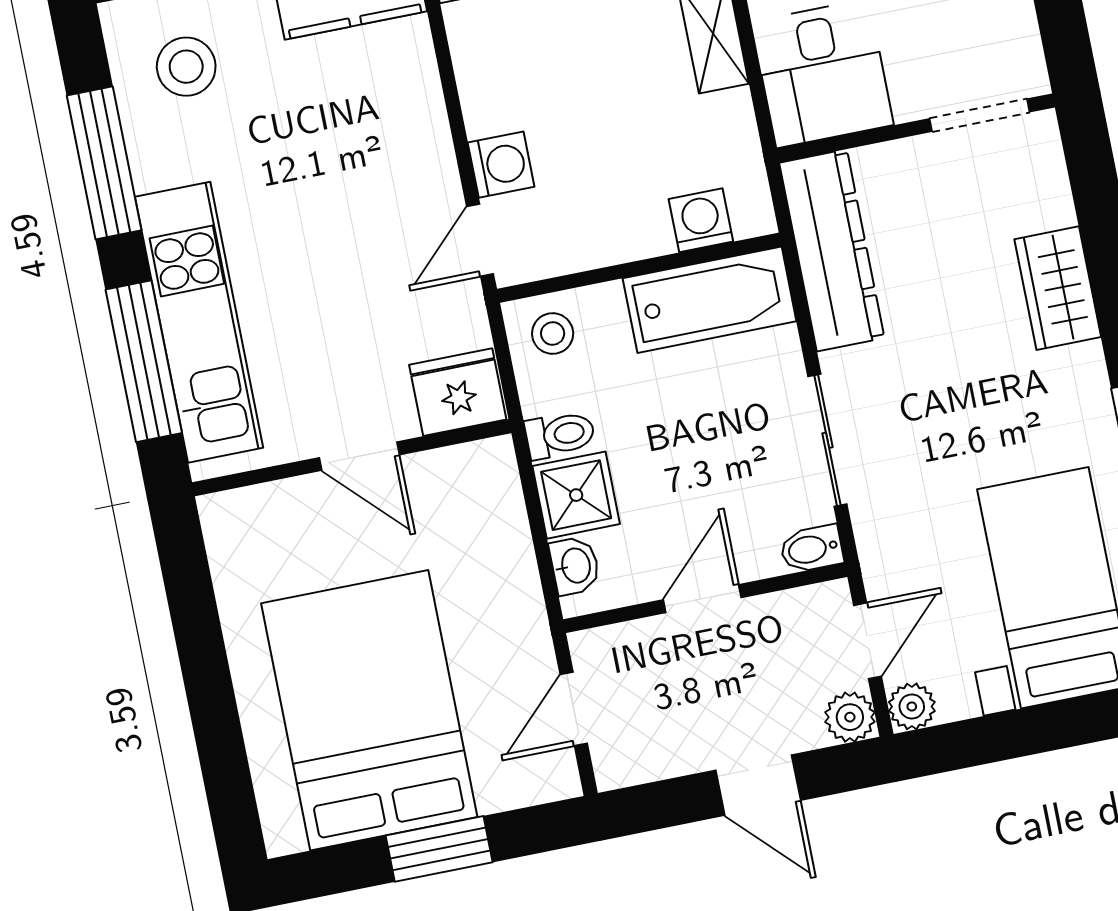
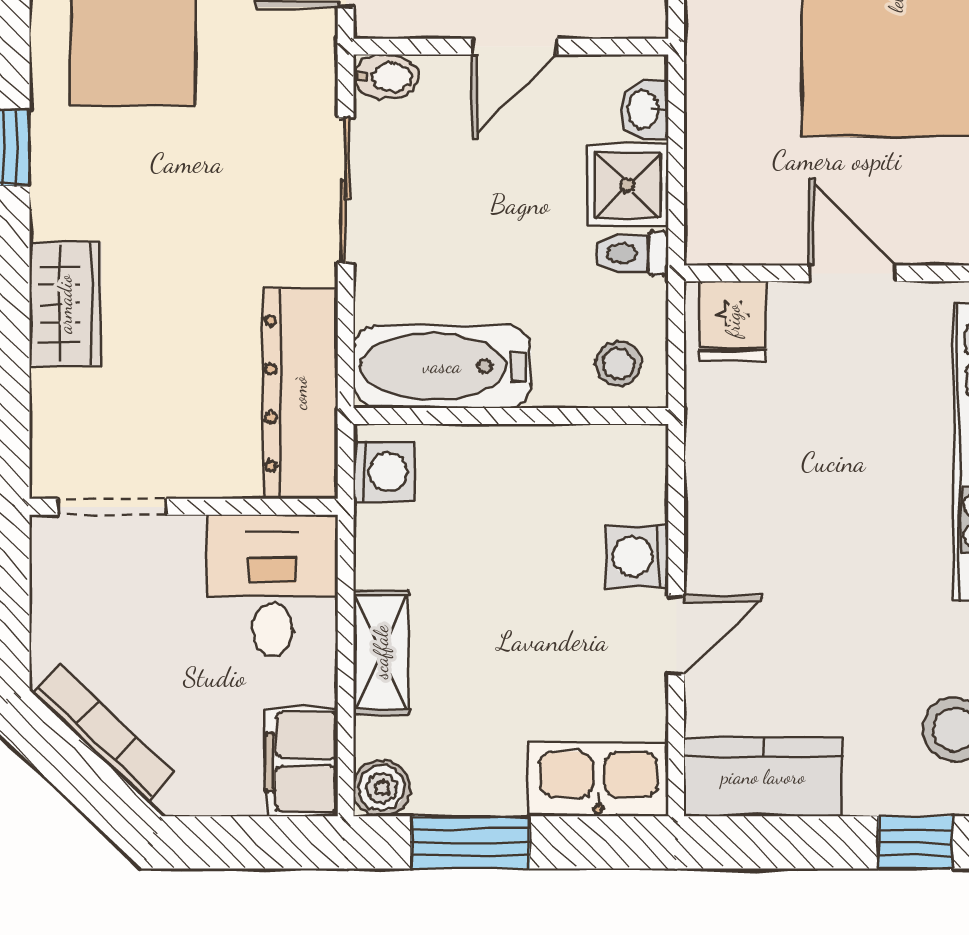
washing machine: (701, 220) -> (383, 472), moved, turned -90
door: (480, 240) -> (676, 635), moved
fridge: (458, 392) -> (733, 321), width x0.72

